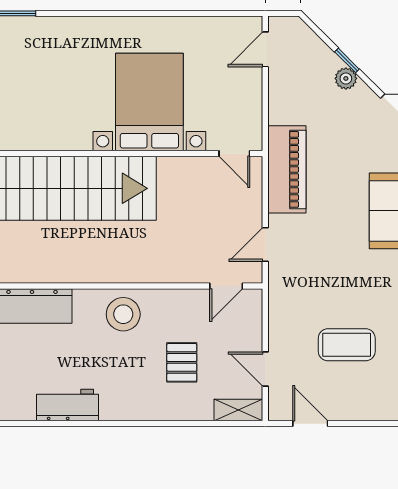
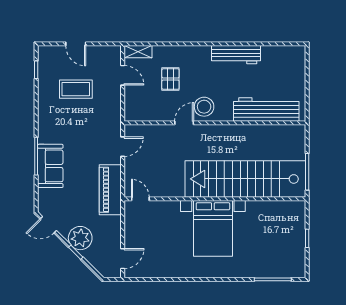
plant: (346, 78) -> (80, 238), width x1.88, depth x1.88
bed with nightstands: (149, 102) -> (213, 228), moved
door: (226, 286) -> (184, 123), moved
workbench: (67, 405) -> (236, 55), width x1.38
door: (310, 424) -> (76, 44), moved

